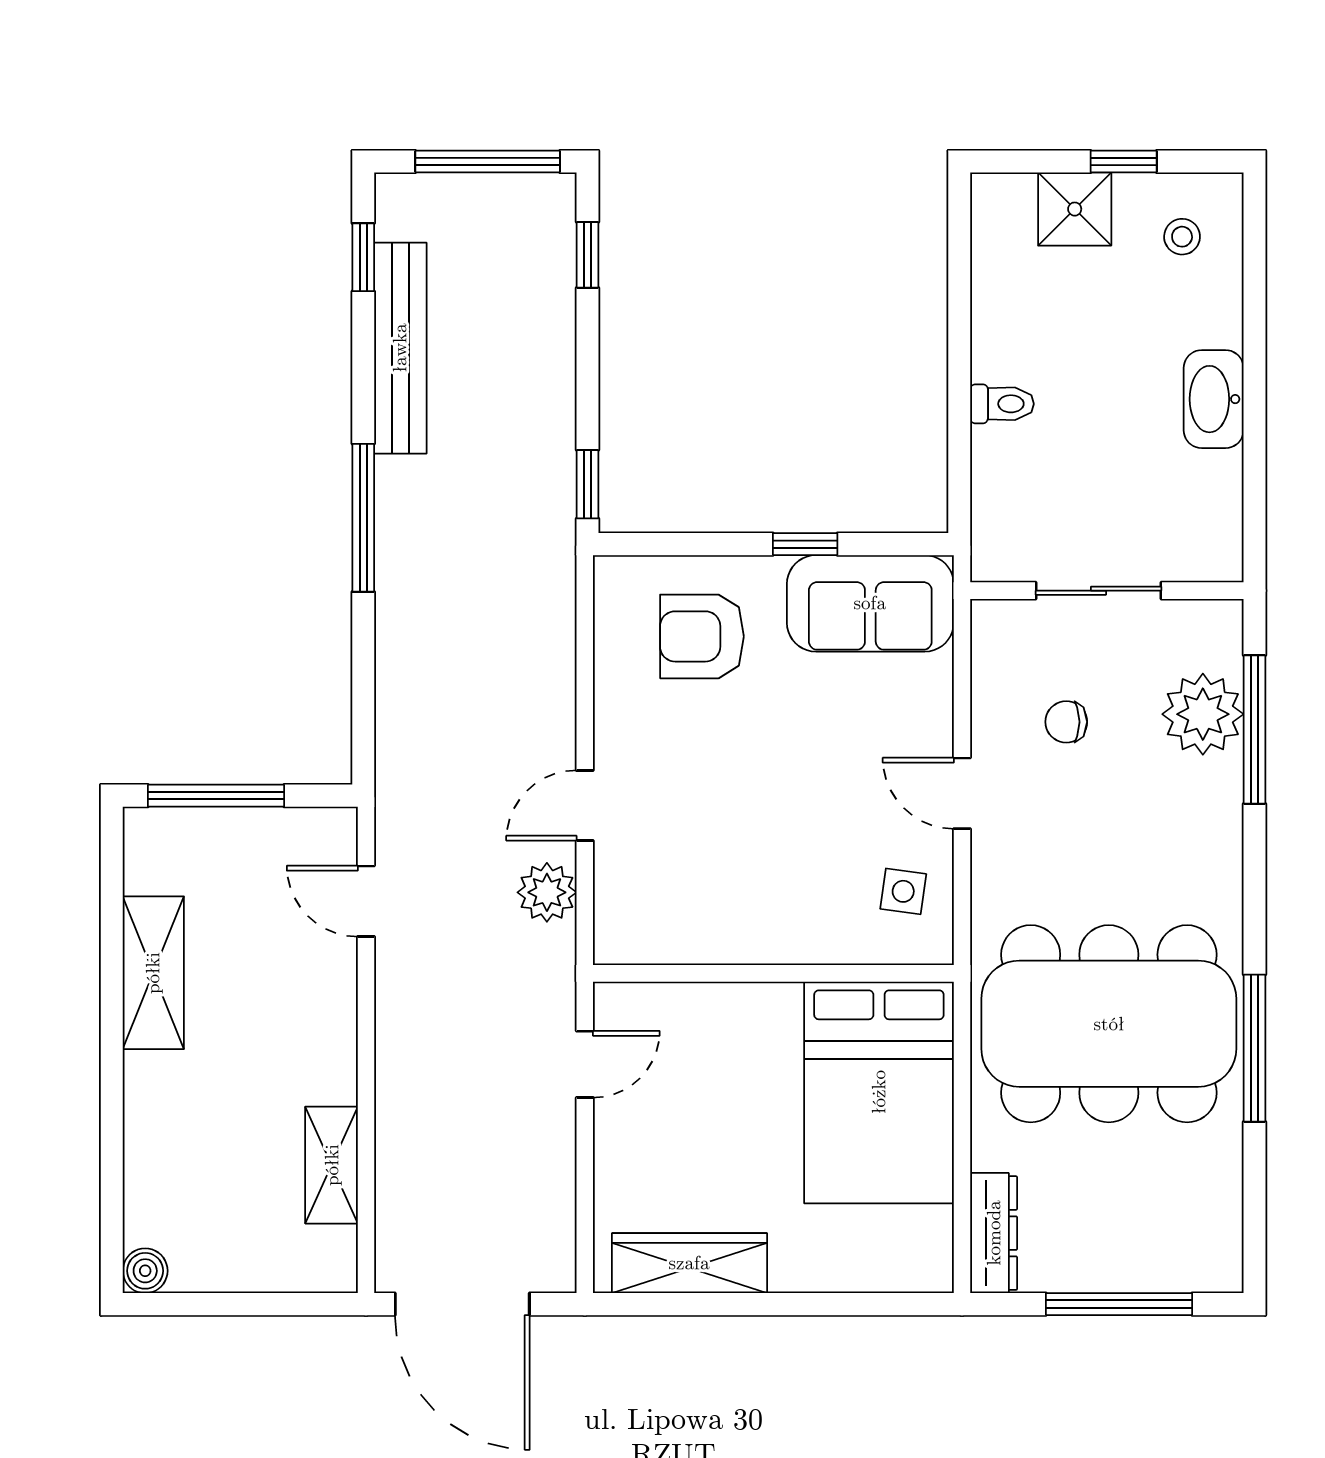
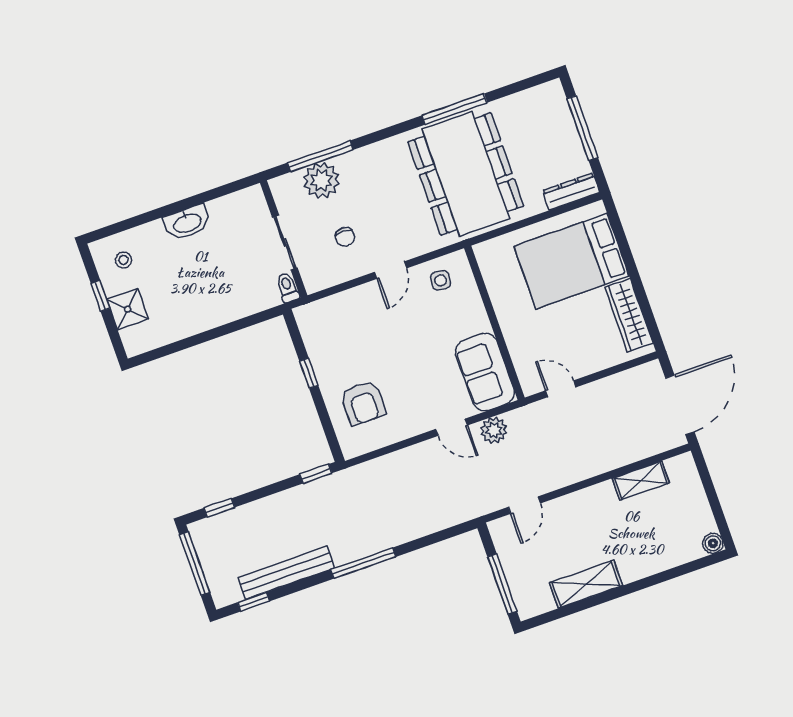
toilet: (1002, 404) -> (288, 287), moved
sofa: (870, 603) -> (485, 372), moved, turned 180
bed: (879, 1092) -> (572, 261), moved, turned 180

